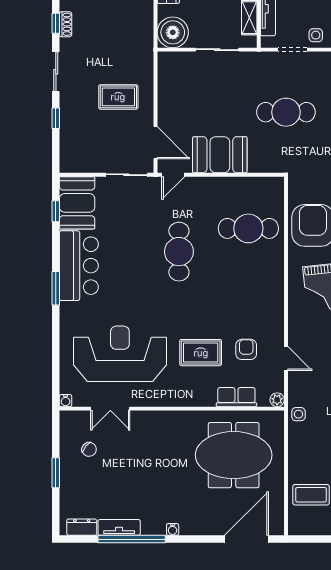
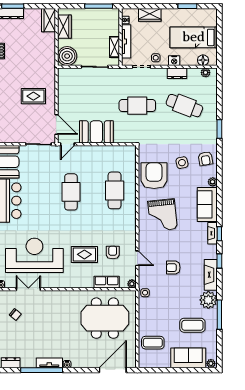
cafe table: (248, 228) -> (115, 190), moved, turned 90
double door: (110, 409) -> (28, 289), swing flipped
tv unit: (119, 527) -> (49, 363), moved

